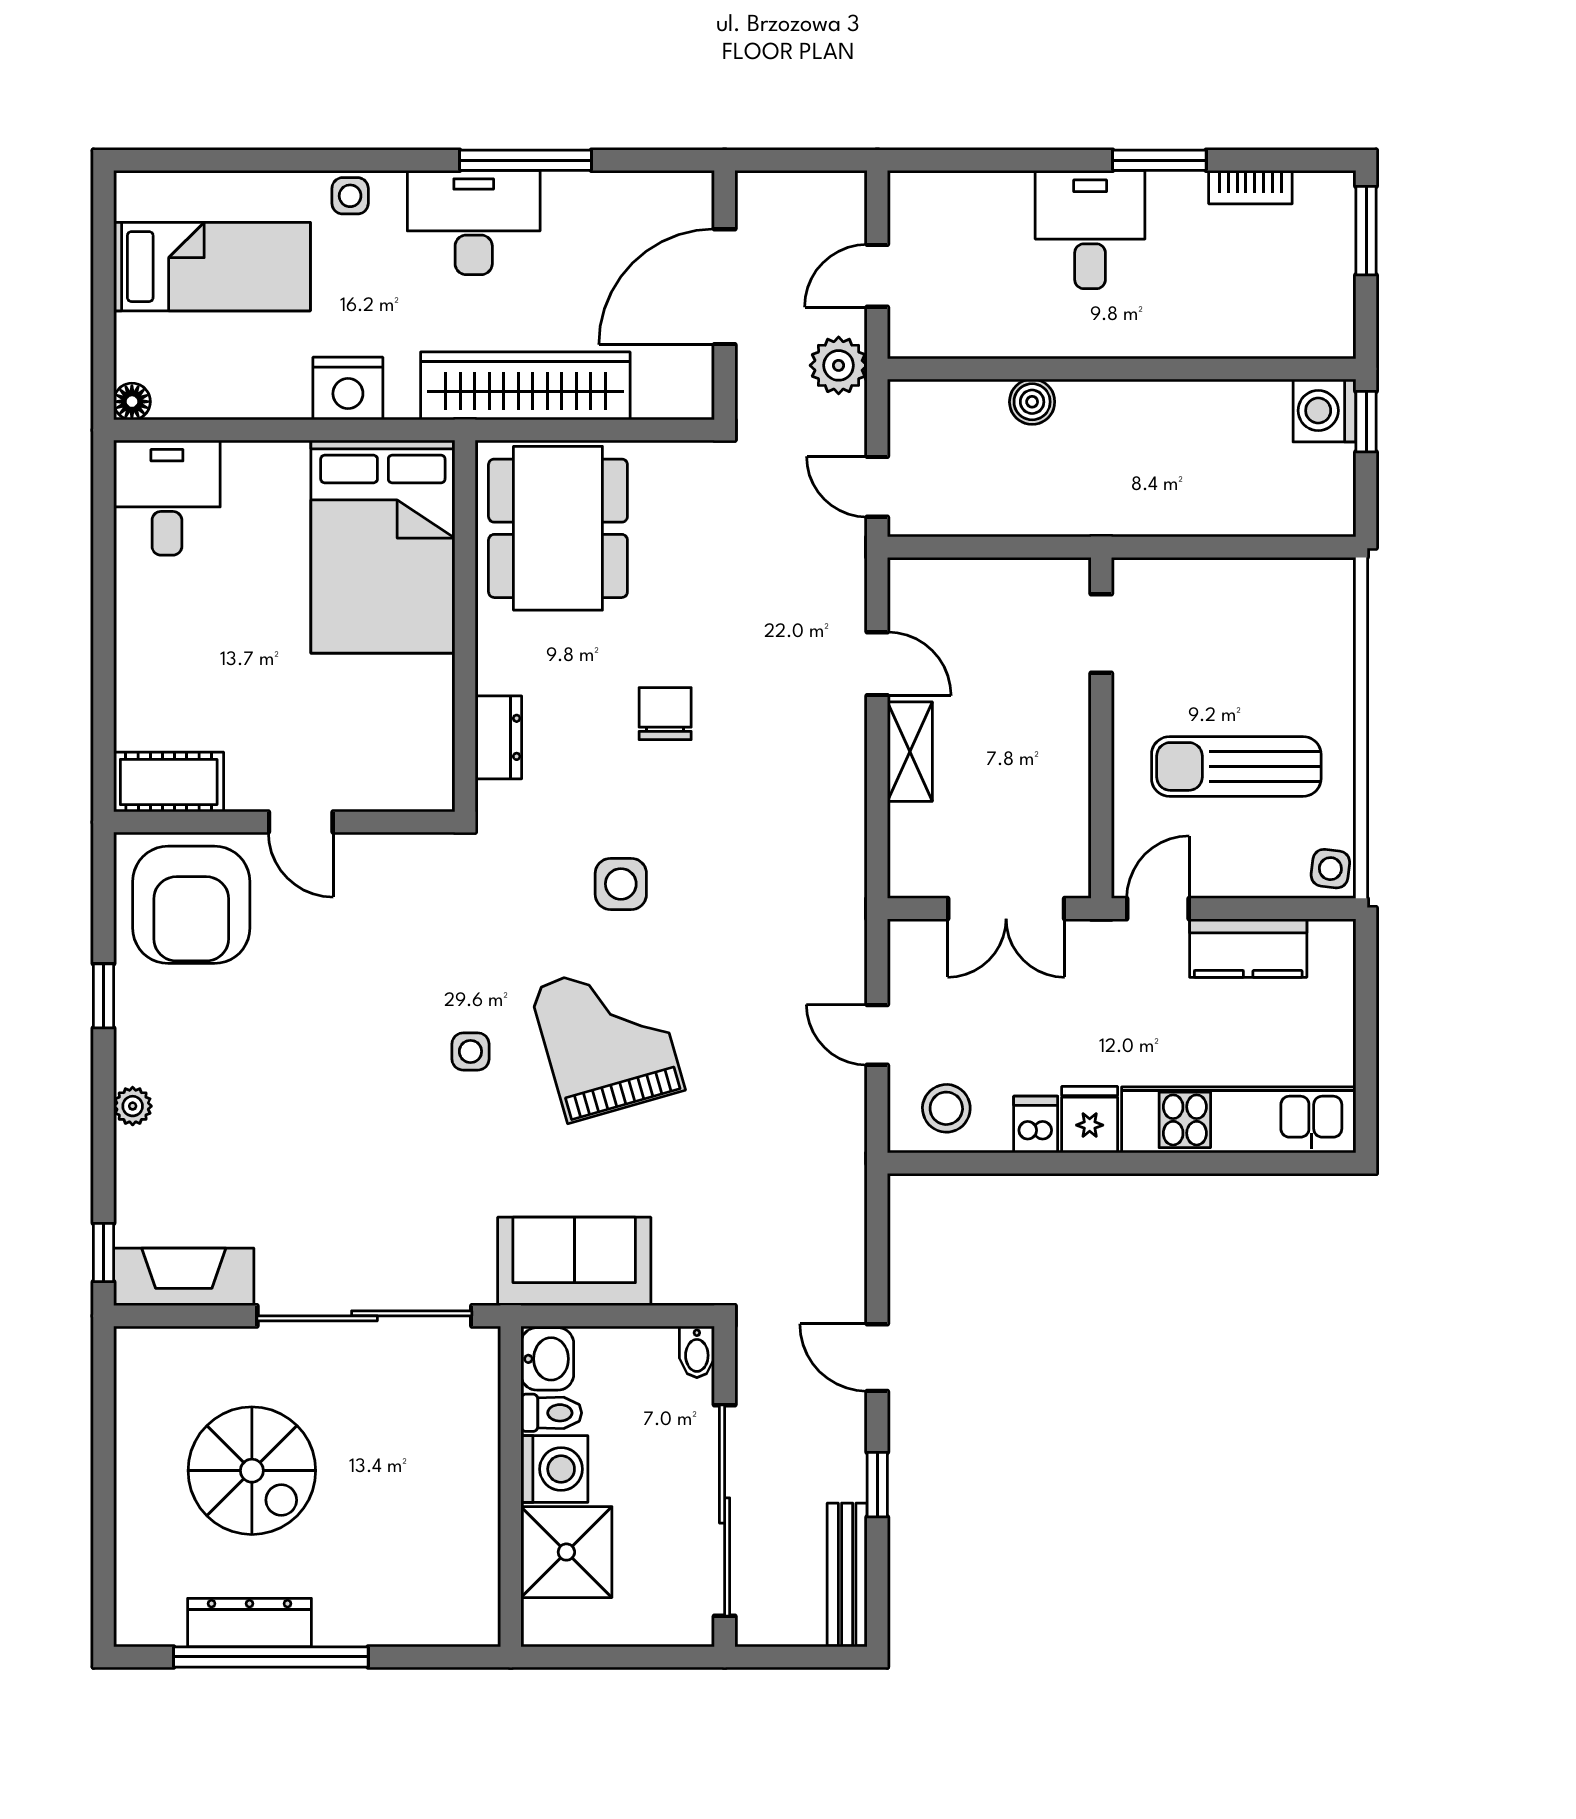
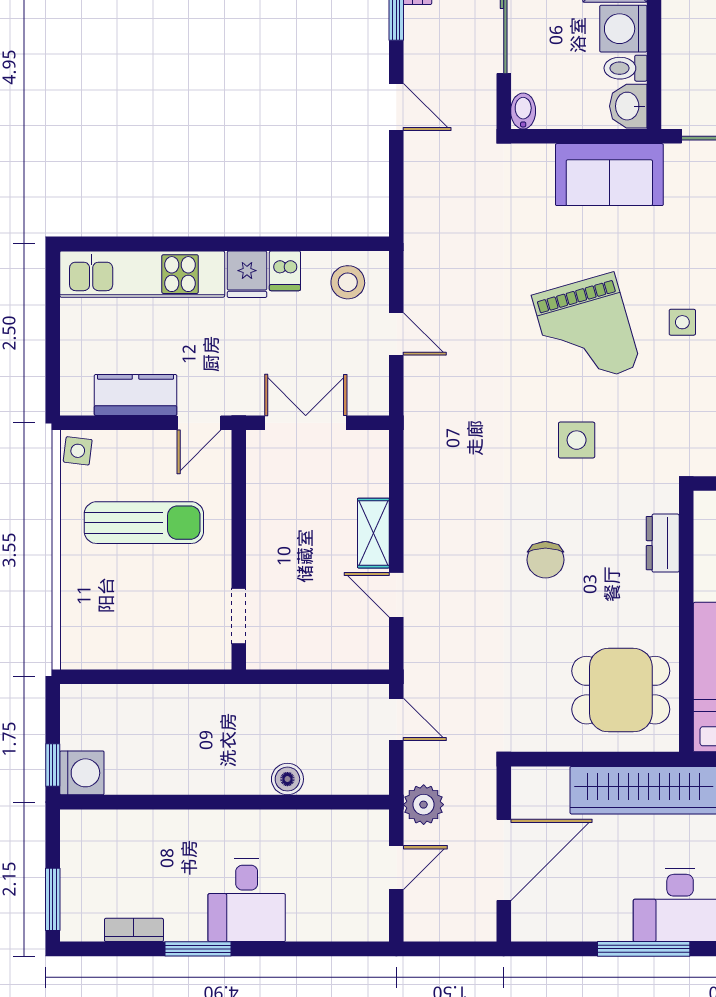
dining table: (558, 528) -> (621, 690), width x0.73

